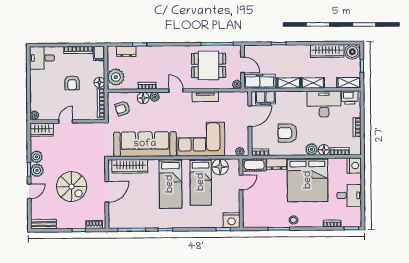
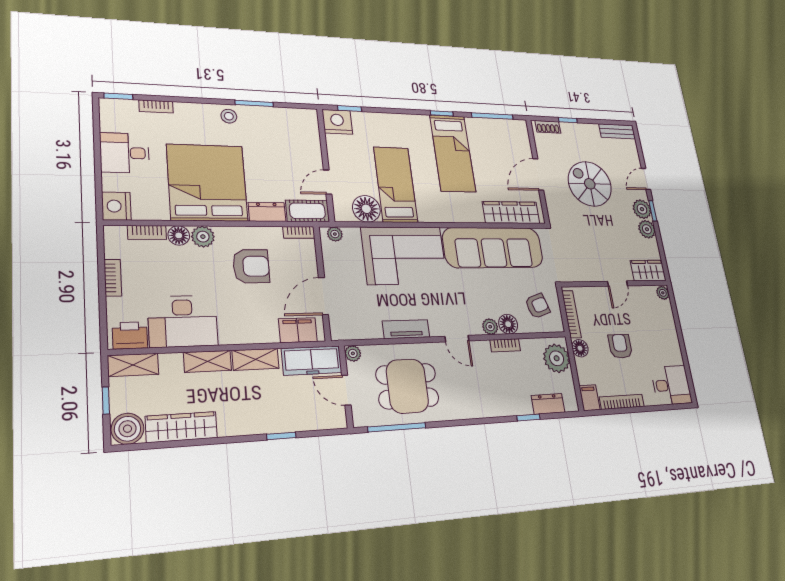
bed: (170, 184) -> (453, 153), moved, turned 180

